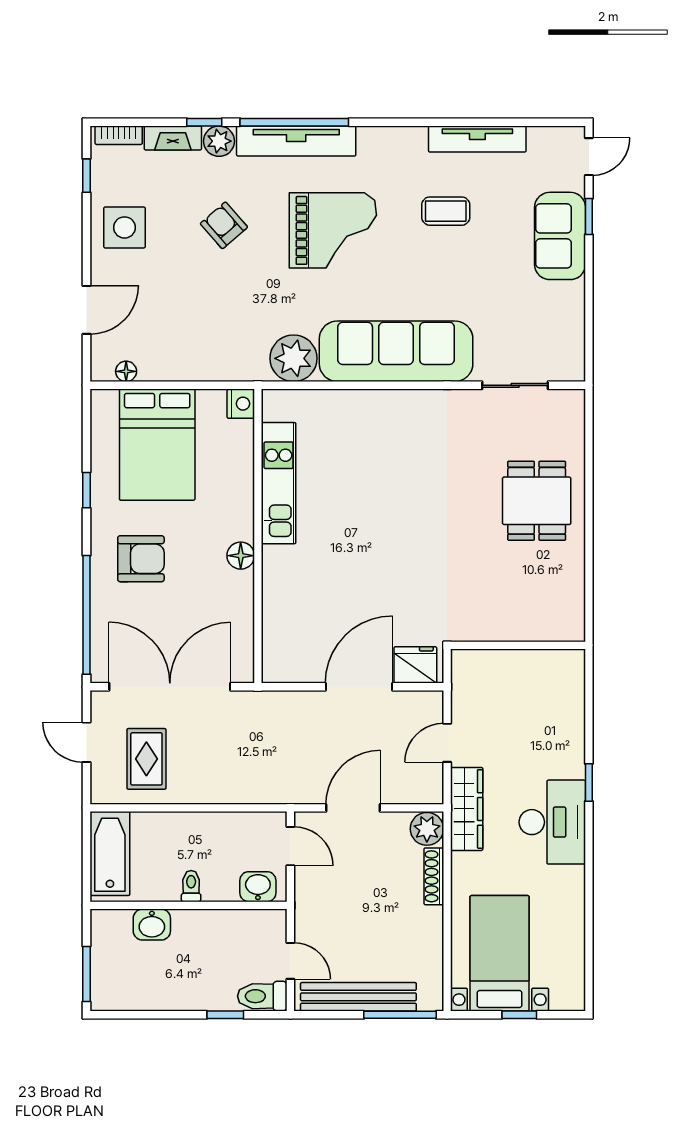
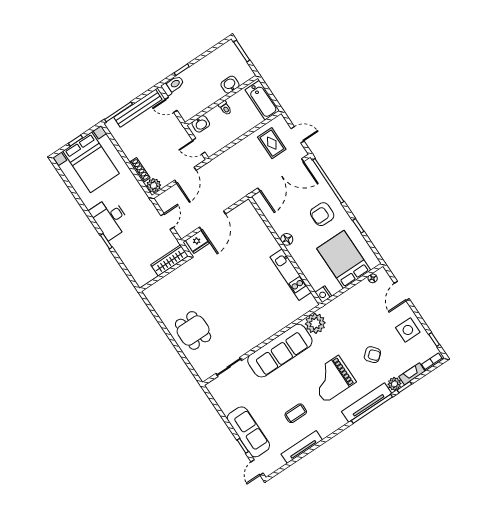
sofa: (560, 236) -> (248, 432), width x1.36
wardrobe: (467, 809) -> (170, 260), moved, turned 90
bed with nightstands: (500, 953) -> (91, 162), width x1.36

